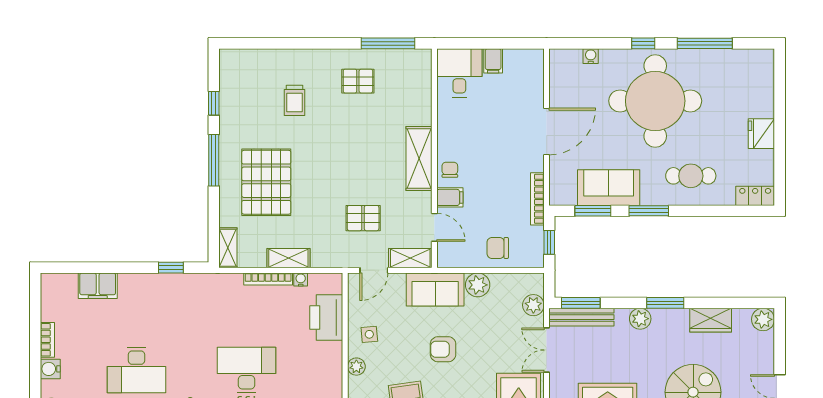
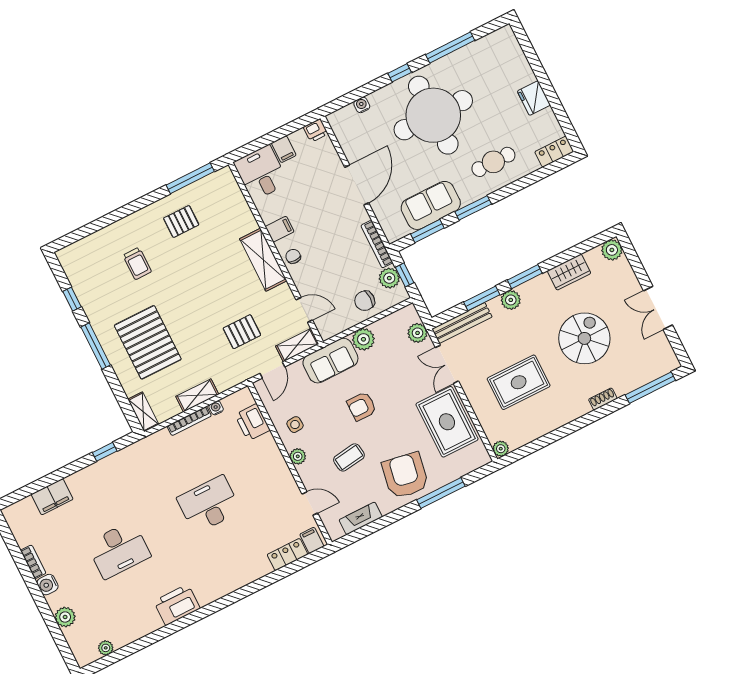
printer: (533, 58) -> (316, 130), added
filing cabinet: (450, 197) -> (280, 229), moved
plant: (533, 238) -> (389, 278), added
window: (581, 303) -> (482, 298), moved
printer: (326, 318) -> (252, 422), width x0.73, depth x0.84

